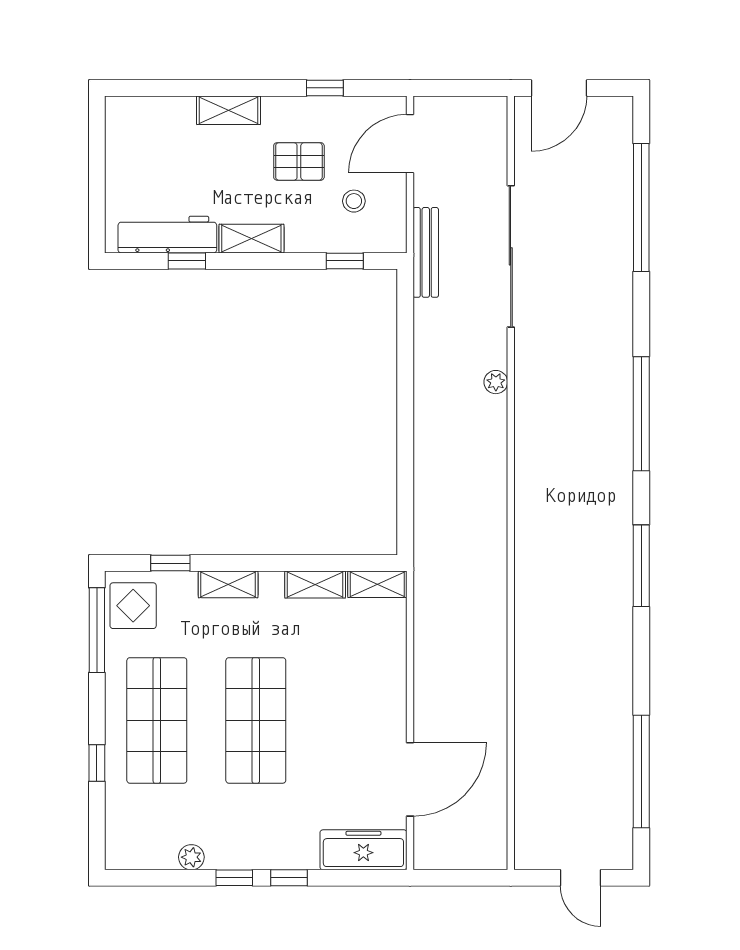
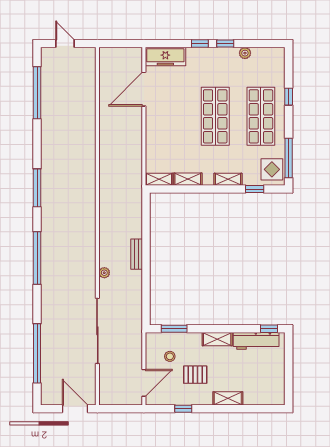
door: (559, 88) -> (75, 409), hinge flipped
bench: (426, 252) -> (137, 254), moved, width x0.73
window: (187, 261) -> (269, 329), moved
window: (345, 261) -> (174, 329), width x1.50

